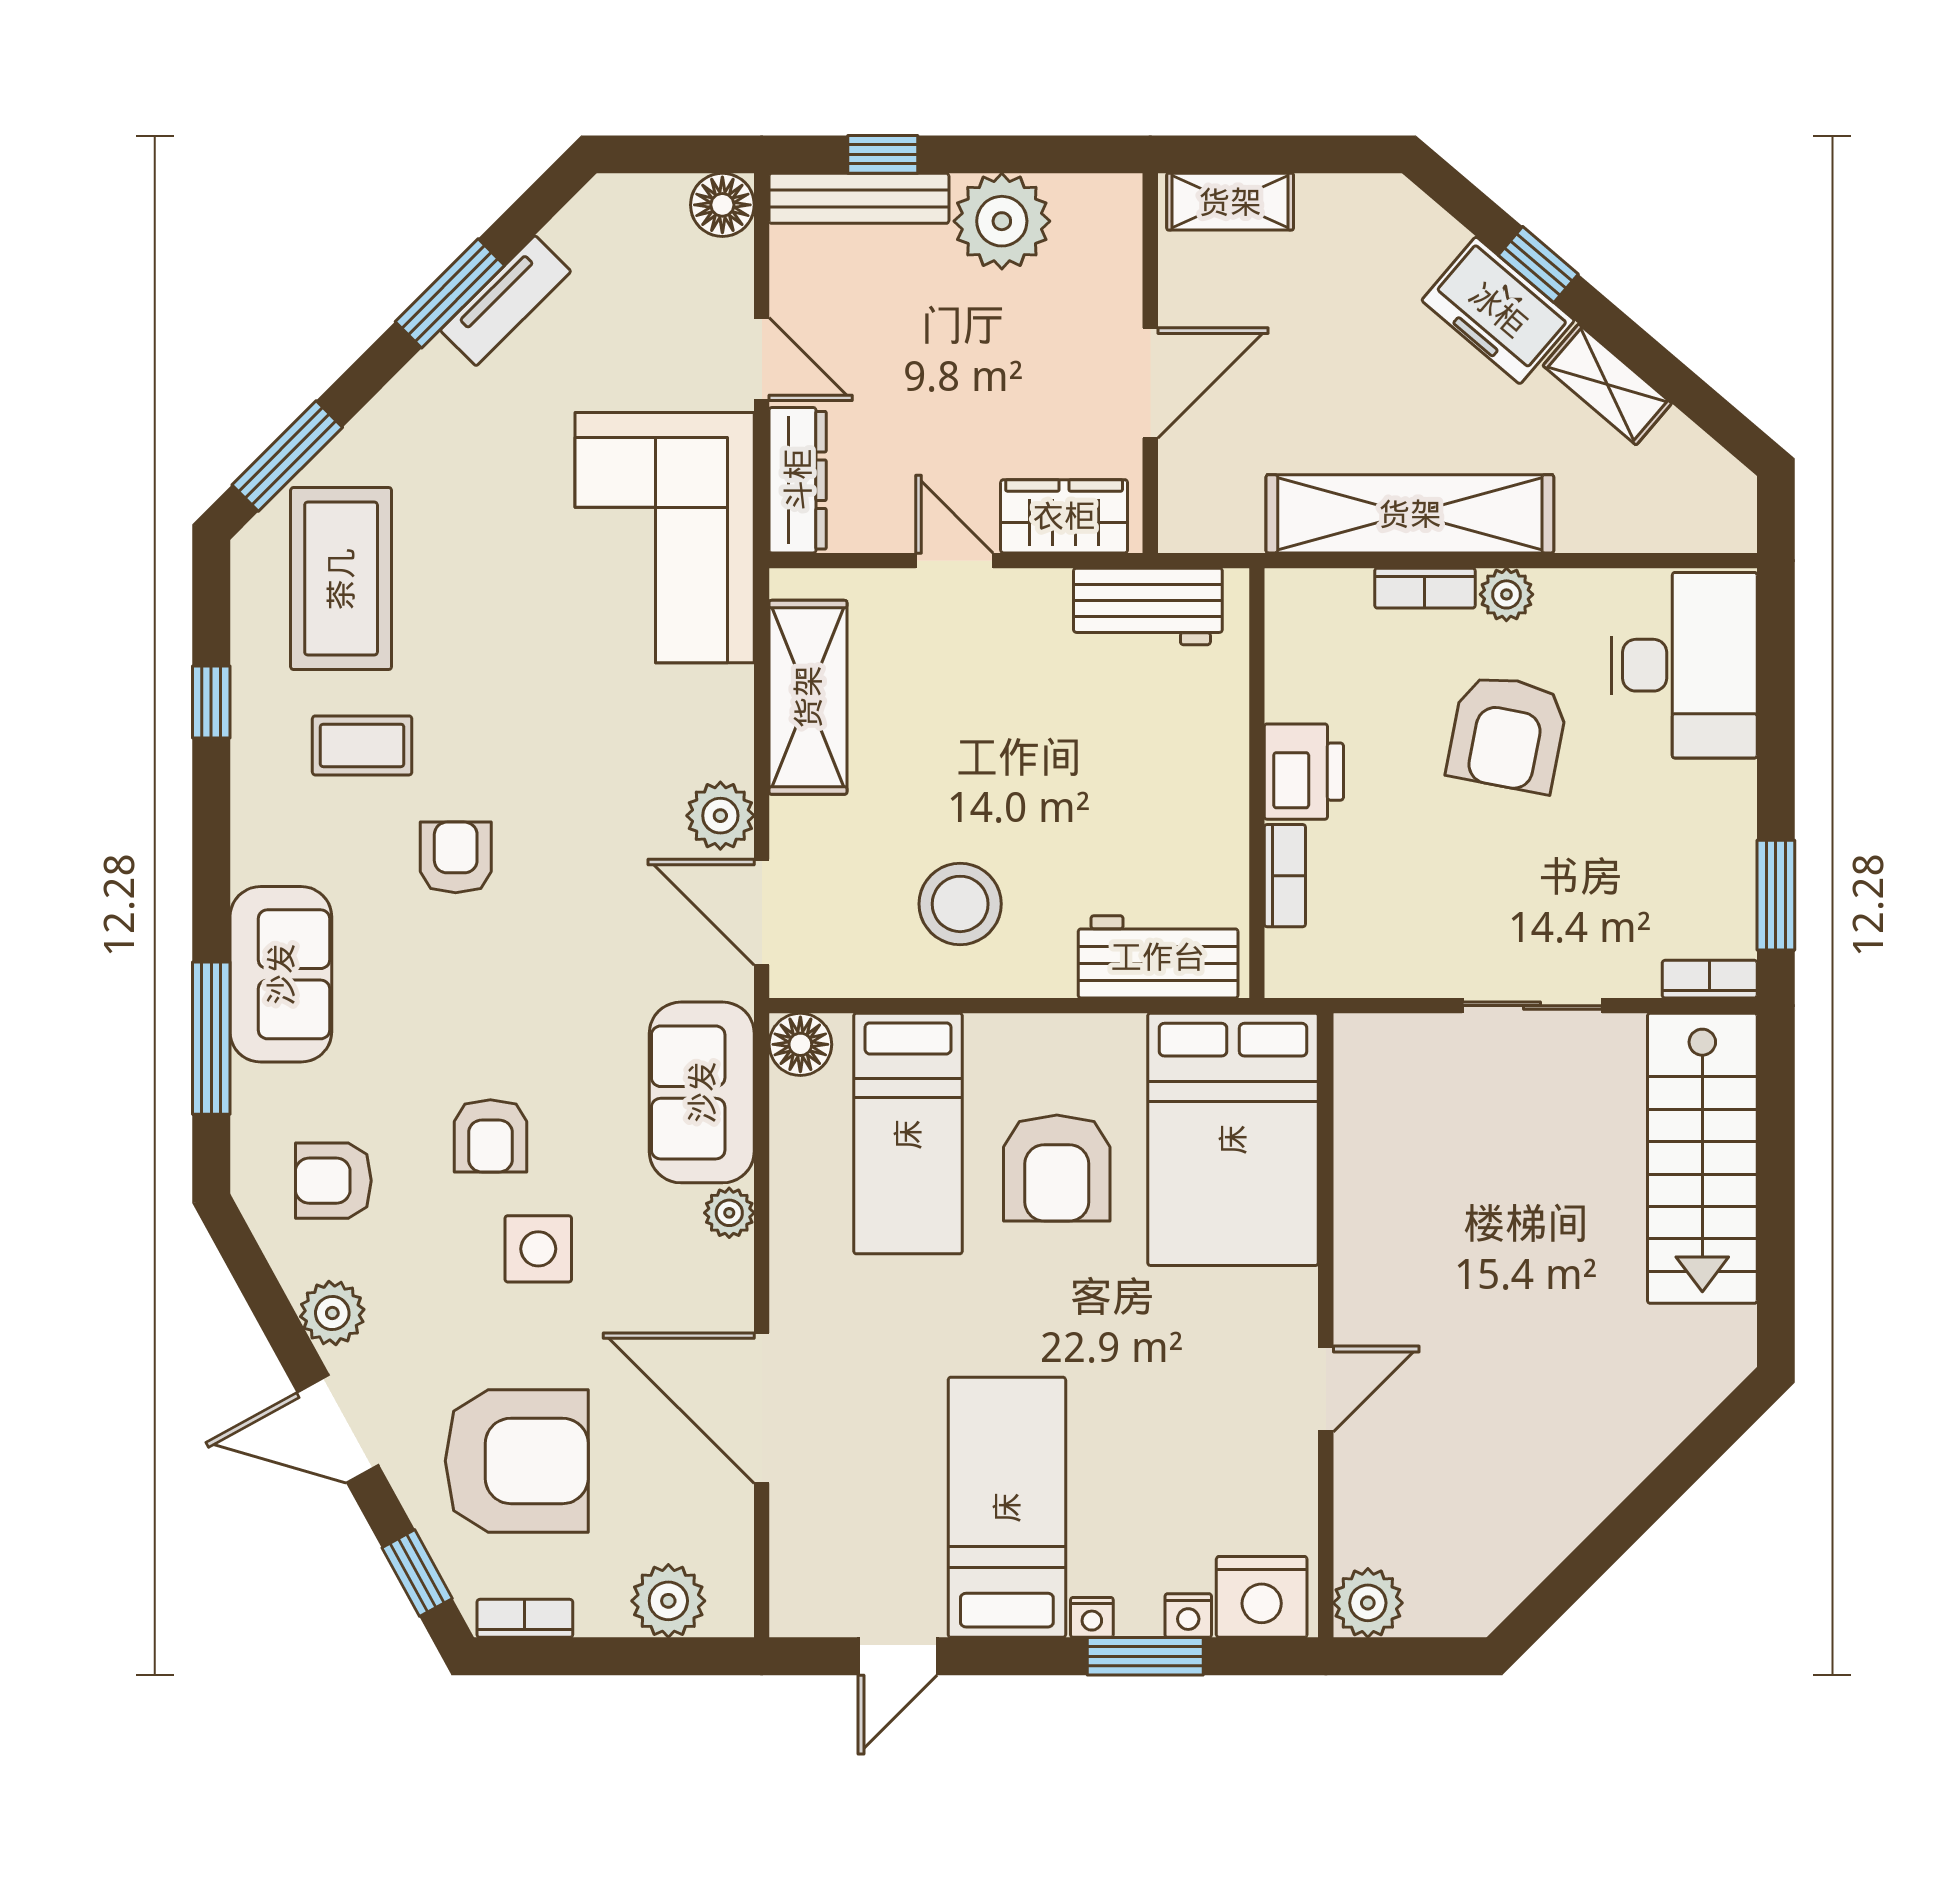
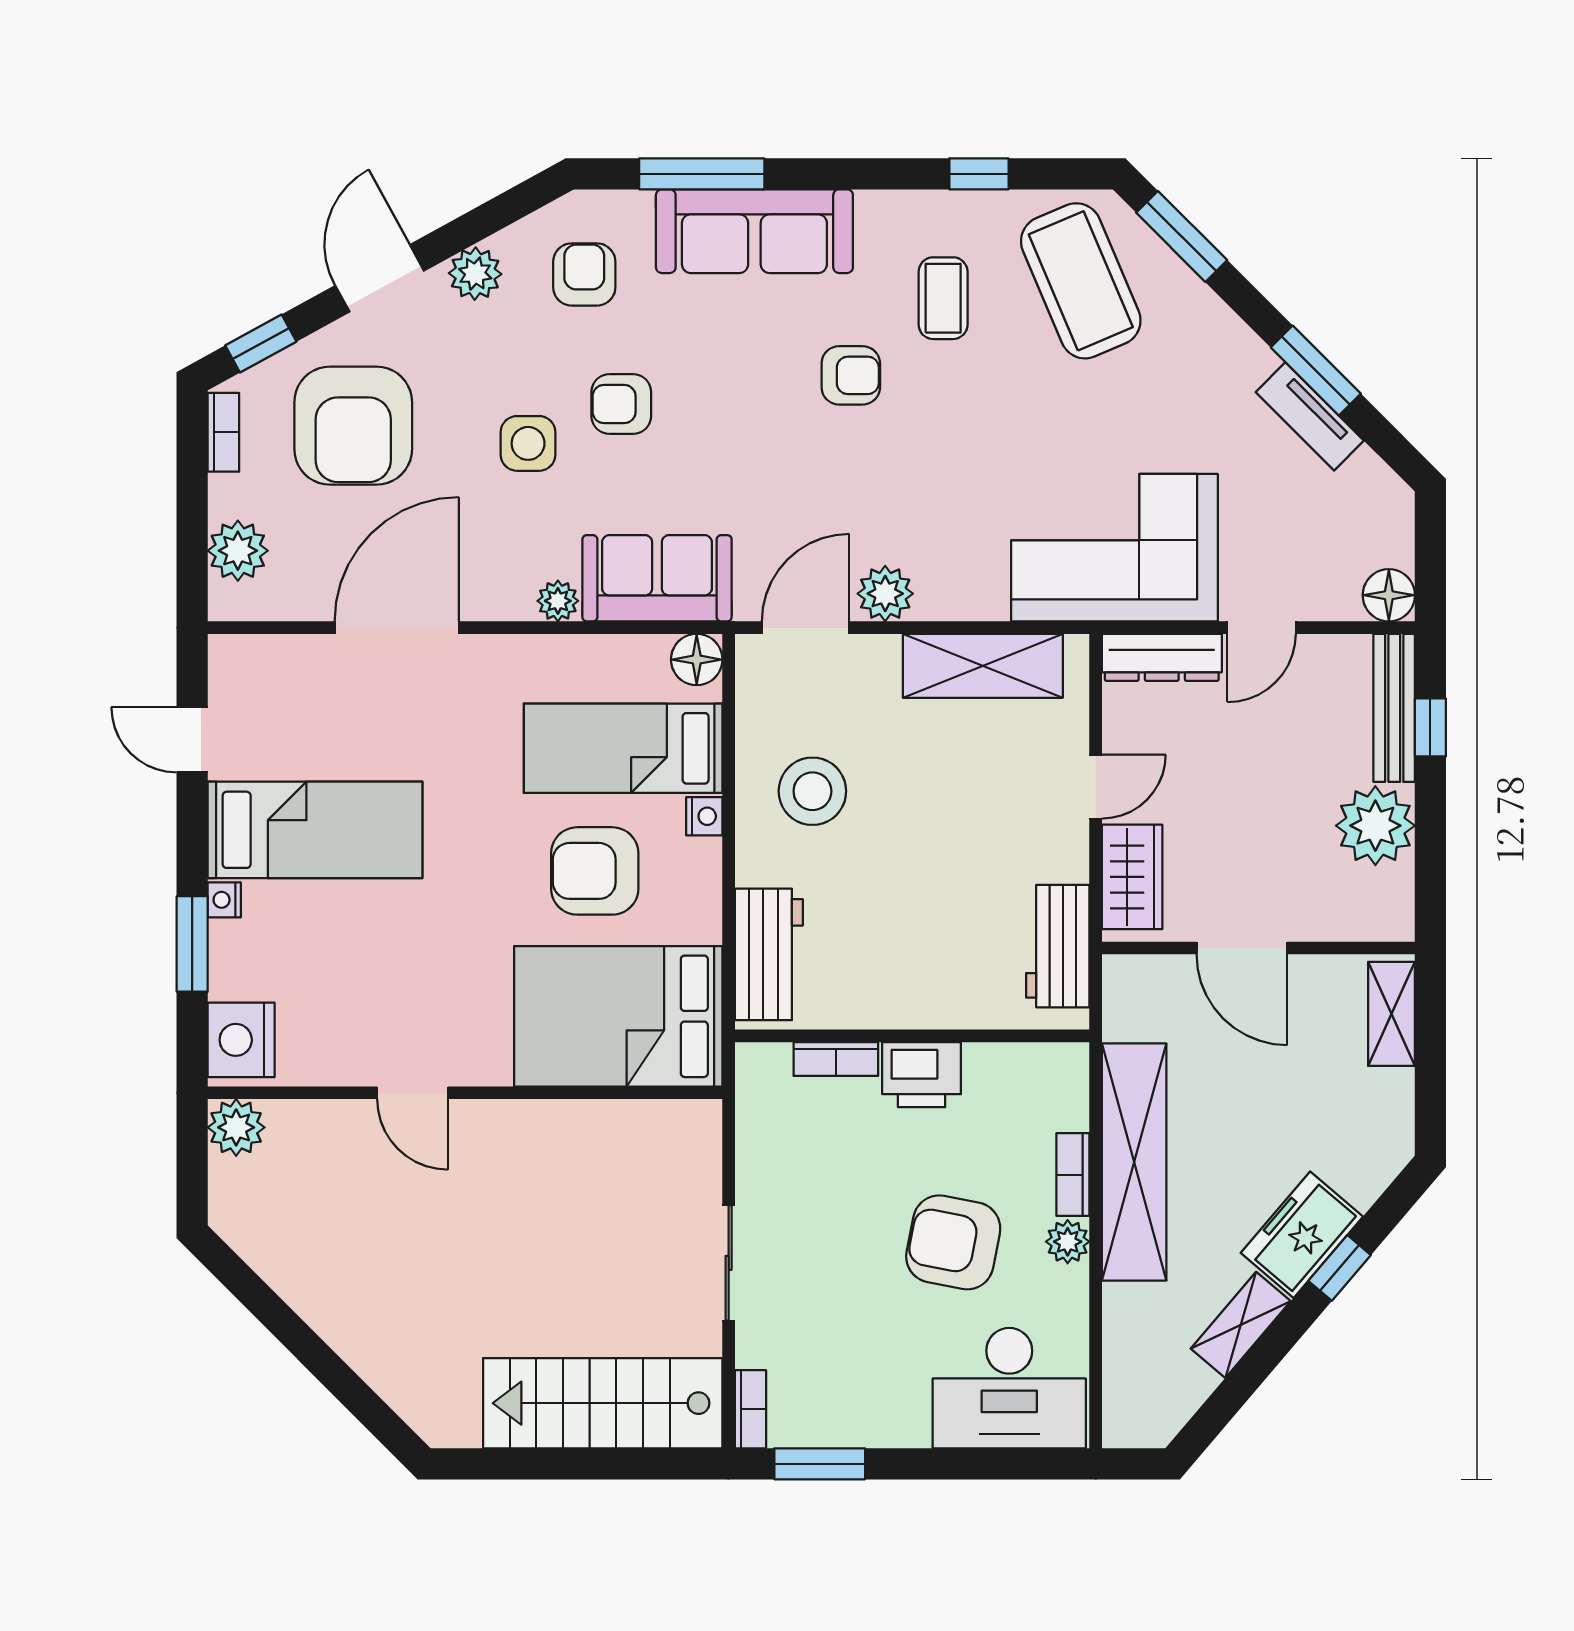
coffee table: (341, 579) -> (1081, 281), turned 67
sofa: (281, 974) -> (754, 231), width x1.36
nightstand: (1188, 1616) -> (704, 816), moved, turned 180

